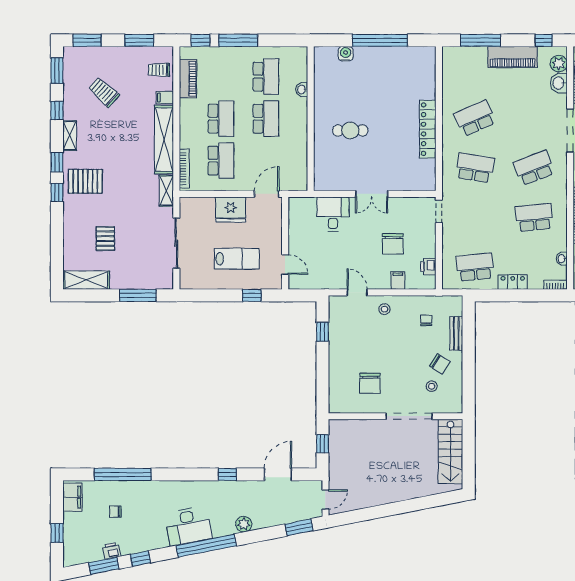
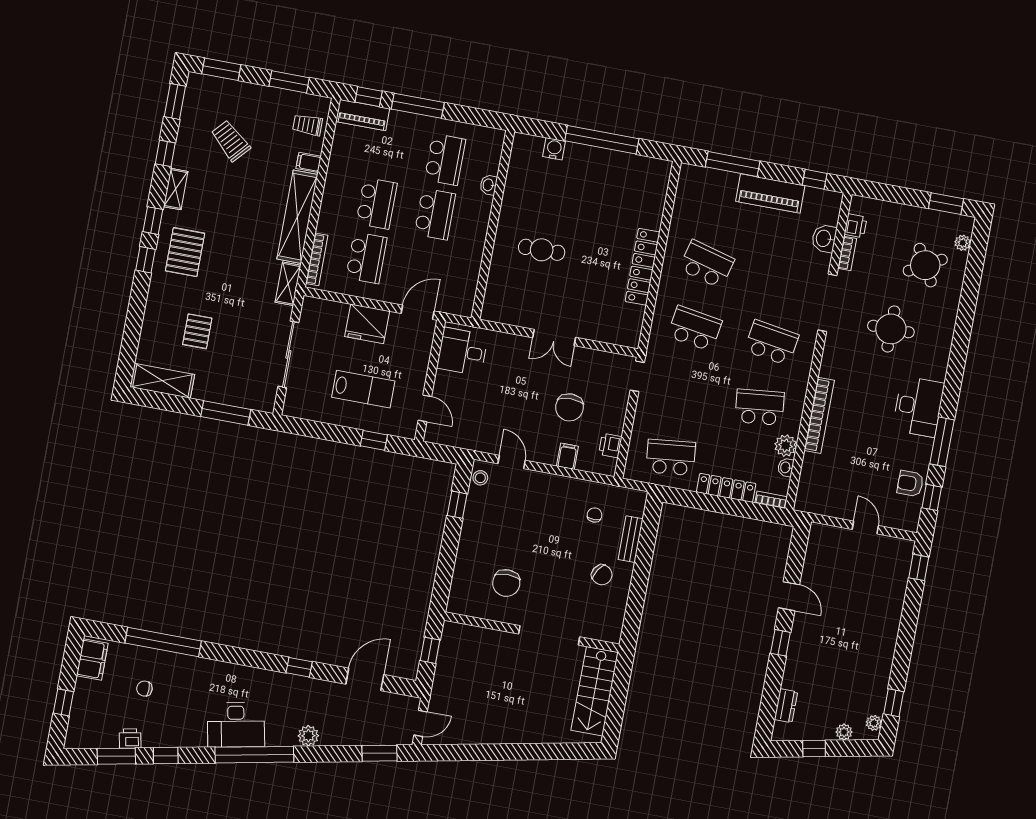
plant: (559, 64) -> (786, 446), moved
piano: (188, 79) -> (363, 115), moved, turned 90
school desk: (475, 118) -> (707, 264), turned 39
school desk: (534, 168) -> (771, 343), turned 30
pallet: (85, 181) -> (185, 252), turned 90
desk: (333, 214) -> (462, 352), moved, turned -90
locker: (513, 282) -> (726, 488), width x1.53
stool: (384, 309) -> (480, 478), moved
stool: (432, 386) -> (586, 602), removed

